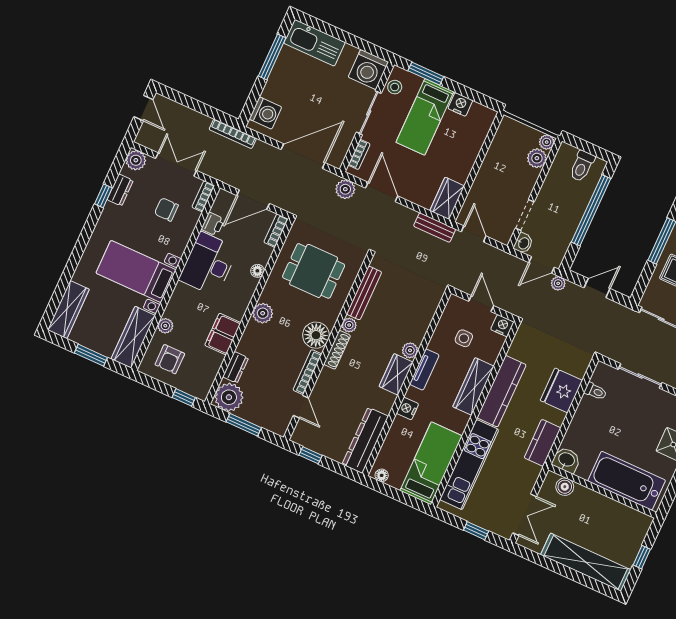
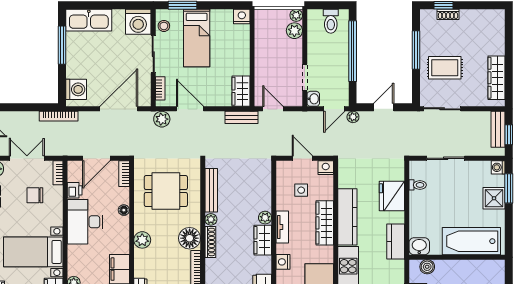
nightstand: (460, 104) -> (242, 17), moved

